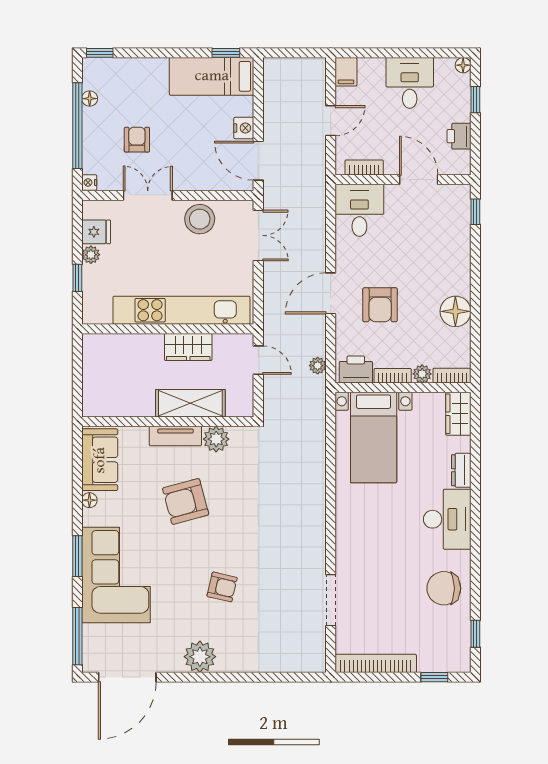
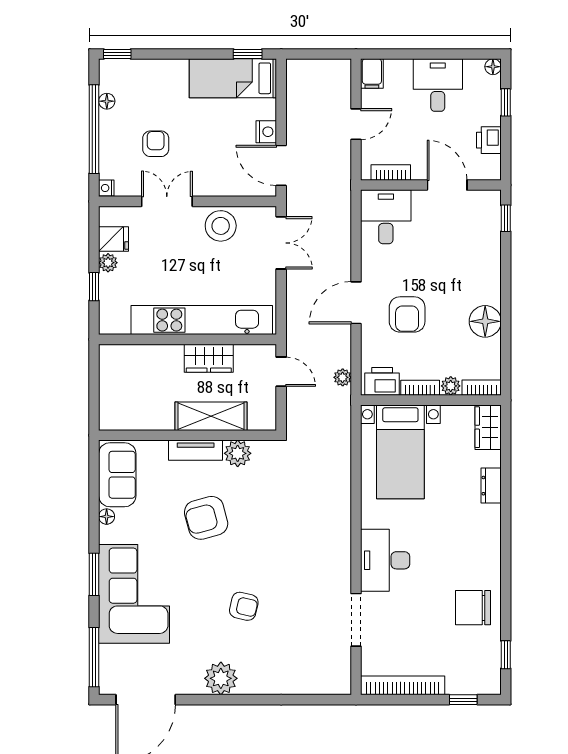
desk: (447, 519) -> (385, 560), moved, turned 180

